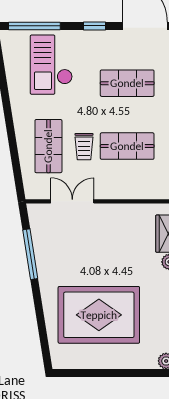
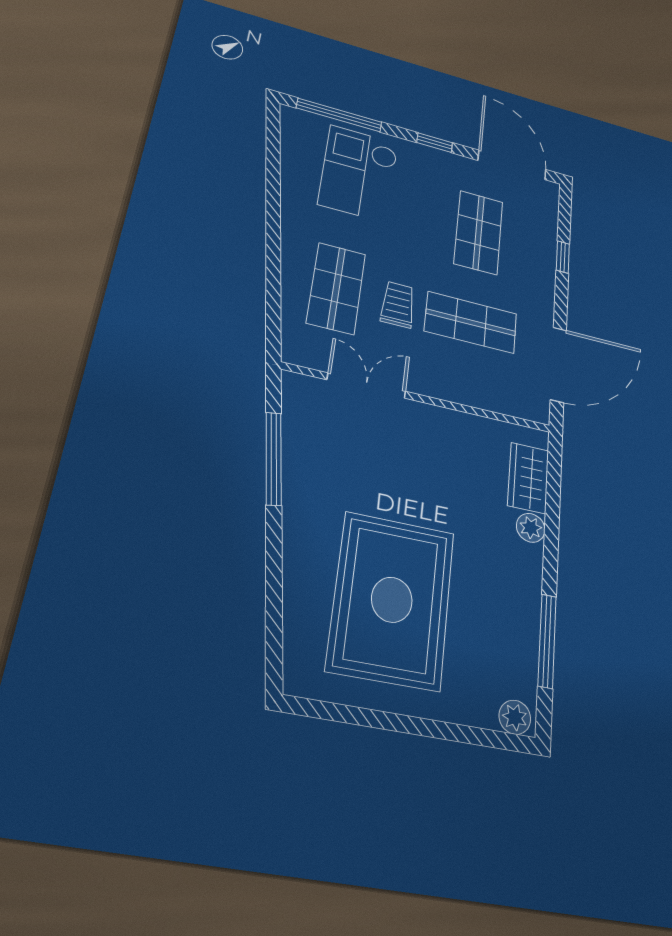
shop shelf: (127, 83) -> (479, 232), turned 90
trolley: (84, 147) -> (398, 305), turned 180
rug: (99, 315) -> (392, 600), turned 90

